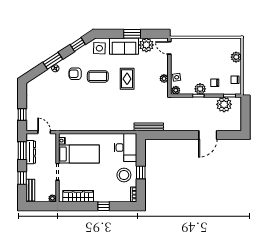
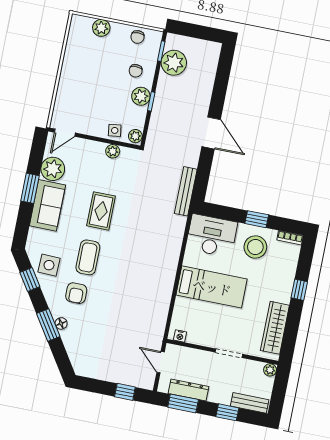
side table: (99, 48) -> (49, 265), moved
rug: (127, 79) -> (101, 211), turned 90
door: (44, 132) -> (161, 362), hinge flipped
door: (208, 135) -> (211, 133), moved
bed: (79, 154) -> (212, 287), moved, turned 90

